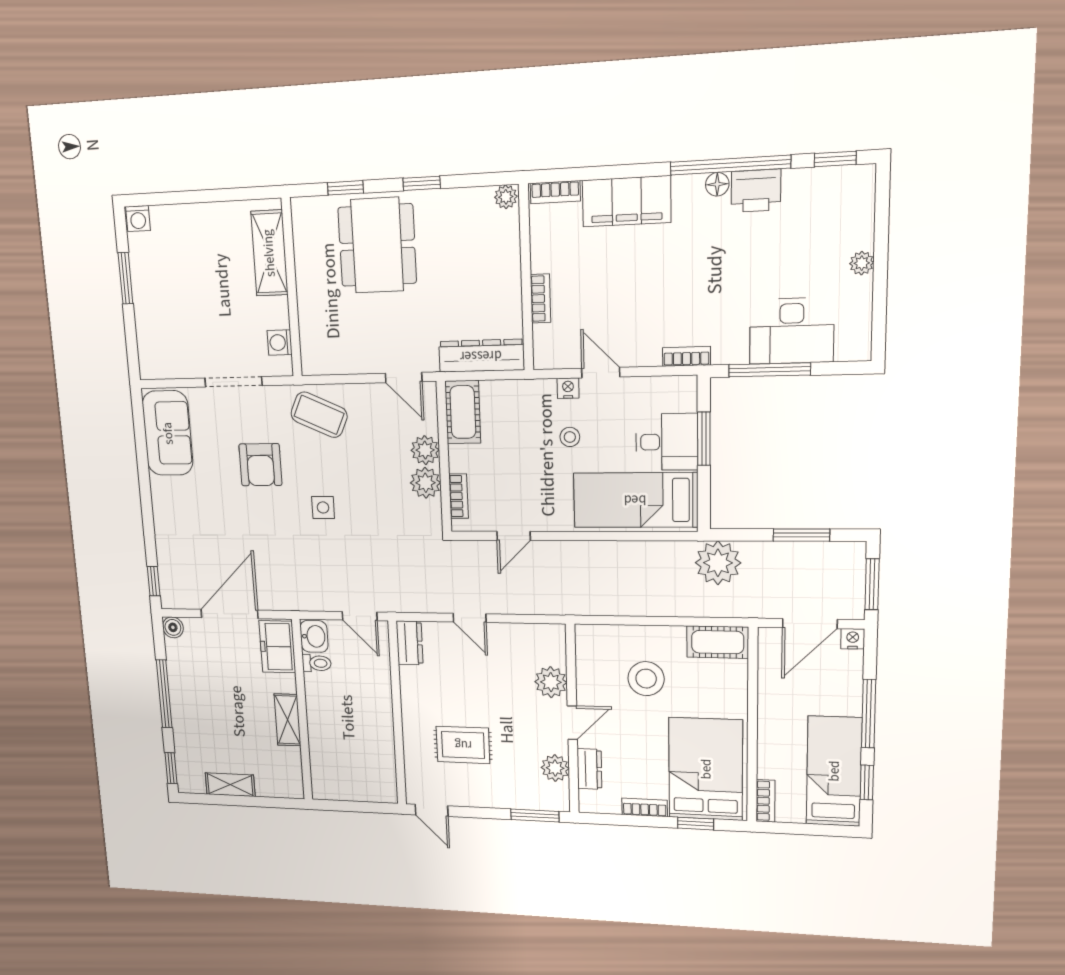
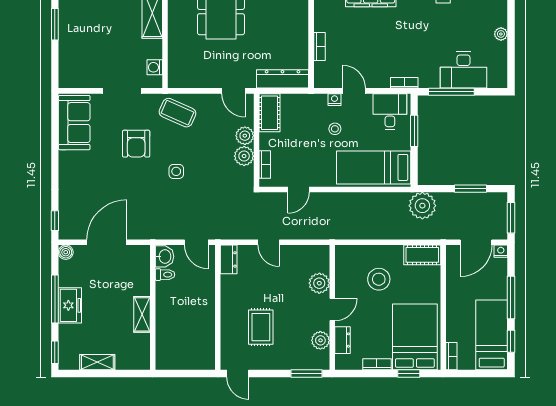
desk: (667, 442) -> (390, 112), moved, turned -90
freezer: (277, 647) -> (70, 305), moved, turned 180
rug: (463, 745) -> (261, 327), turned 90

